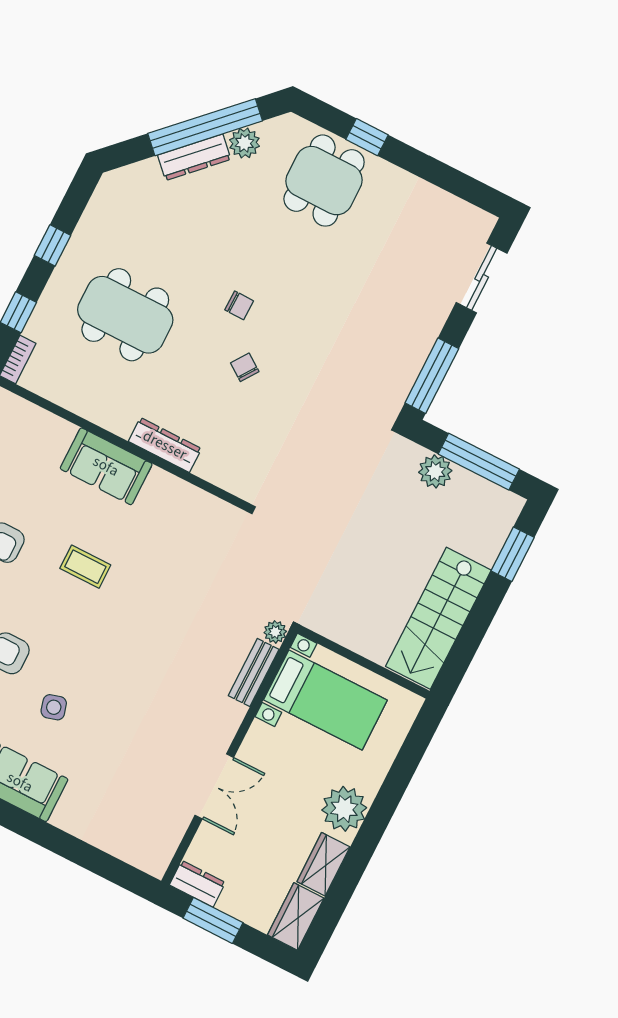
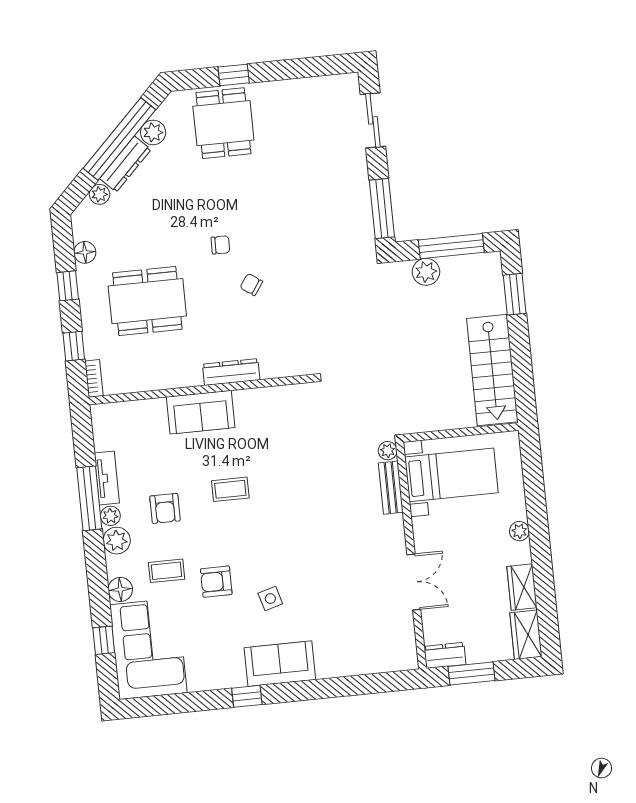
plant: (147, 172) -> (100, 194), added
floor lamp: (93, 222) -> (85, 252), added
plant: (344, 809) -> (519, 531), width x0.53, depth x0.53

